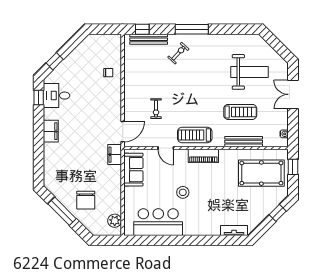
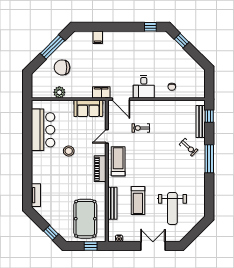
desk: (57, 96) -> (144, 87), moved, turned 180
filing cabinet: (51, 131) -> (98, 37), moved, width x0.50
plant: (115, 221) -> (59, 92), moved

